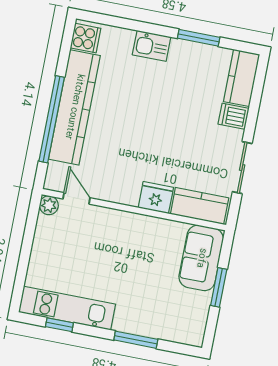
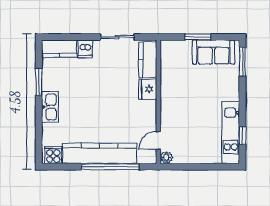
kitchen sink: (152, 46) -> (50, 107), width x1.38
sofa: (201, 258) -> (213, 52), moved
window: (136, 340) -> (242, 62), moved

